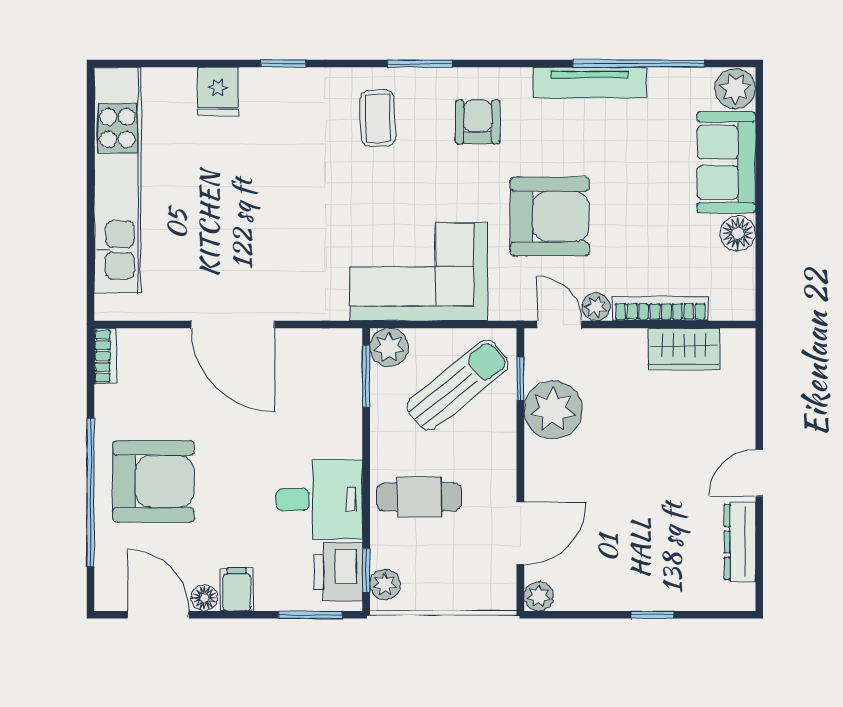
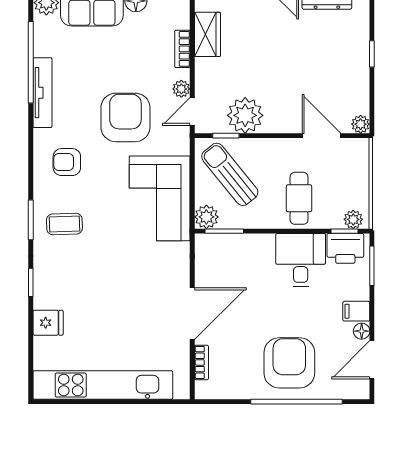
window: (420, 64) -> (31, 220), moved
bookcase: (660, 309) -> (182, 49), width x0.64
bookcase: (105, 356) -> (201, 362), moved, turned 90

